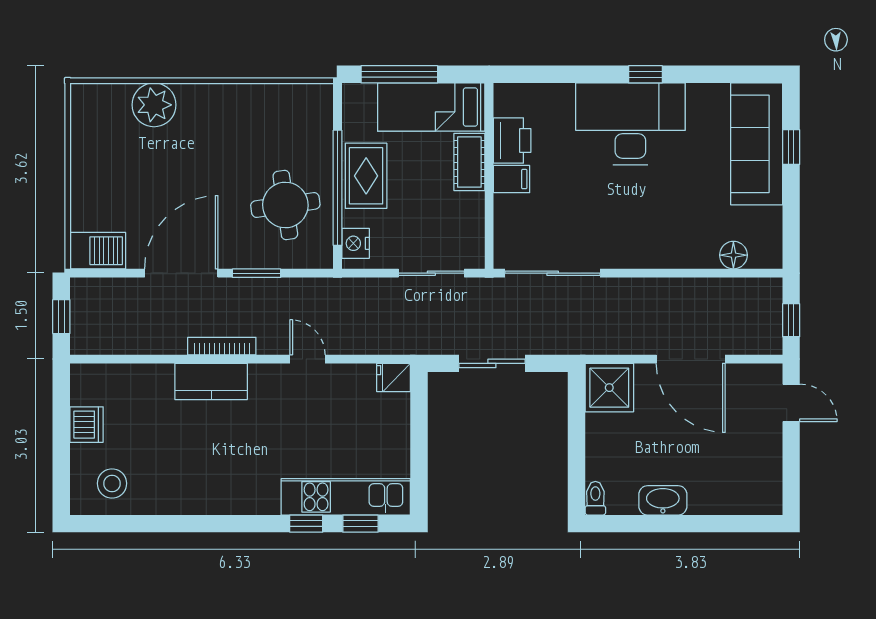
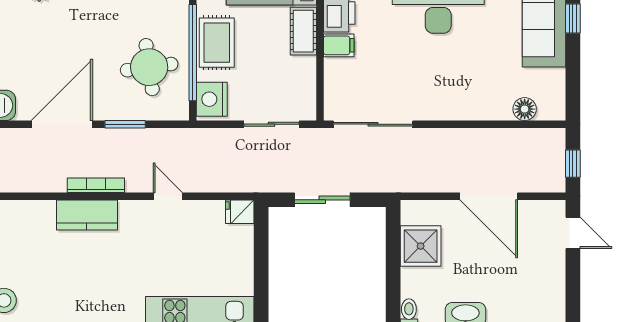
nightstand: (356, 243) -> (212, 99), width x1.36, depth x1.33
shower: (609, 388) -> (421, 246), moved

